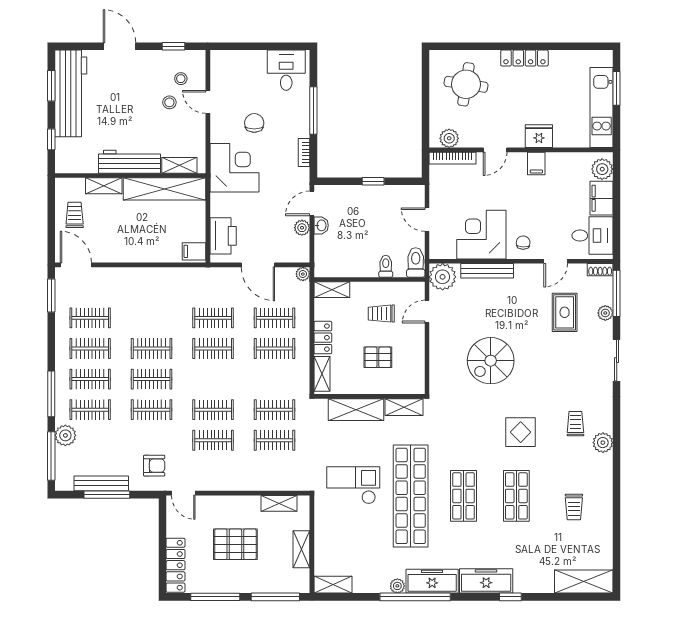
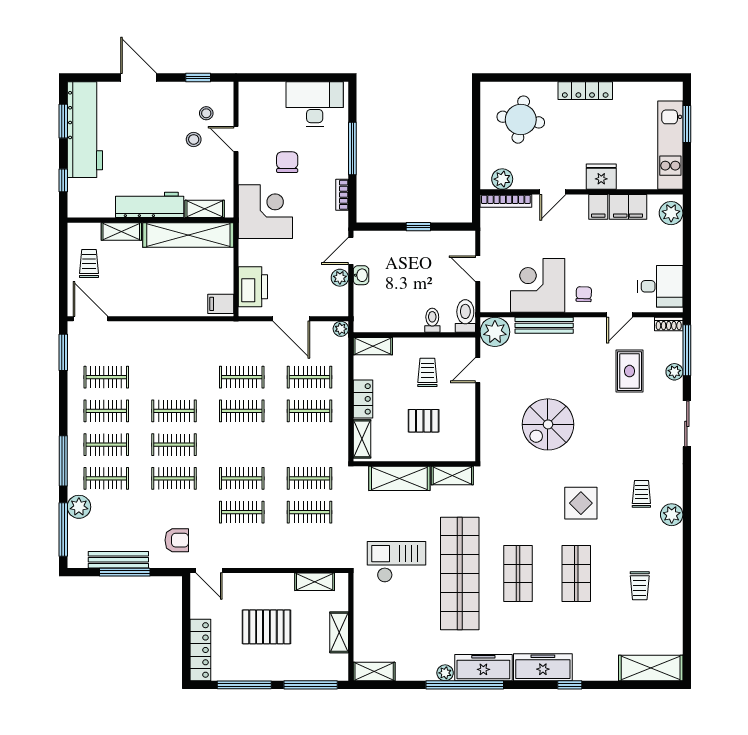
desk: (286, 70) -> (315, 104), width x1.37
filing cabinet: (602, 198) -> (628, 207), moved, turned -90
trolley: (381, 314) -> (427, 372), turned 90

